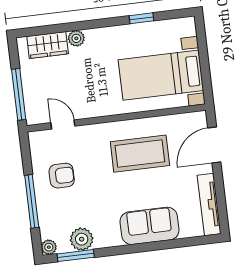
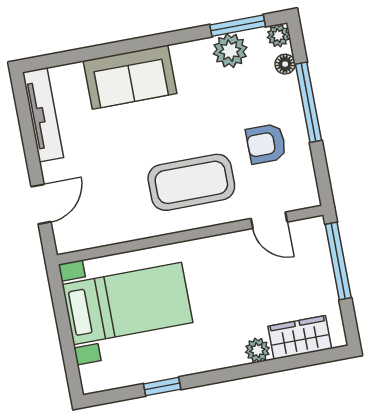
door: (214, 145) -> (41, 204), width x0.73
coffee table: (140, 154) -> (191, 182), moved
floor lamp: (46, 228) -> (285, 64), added

